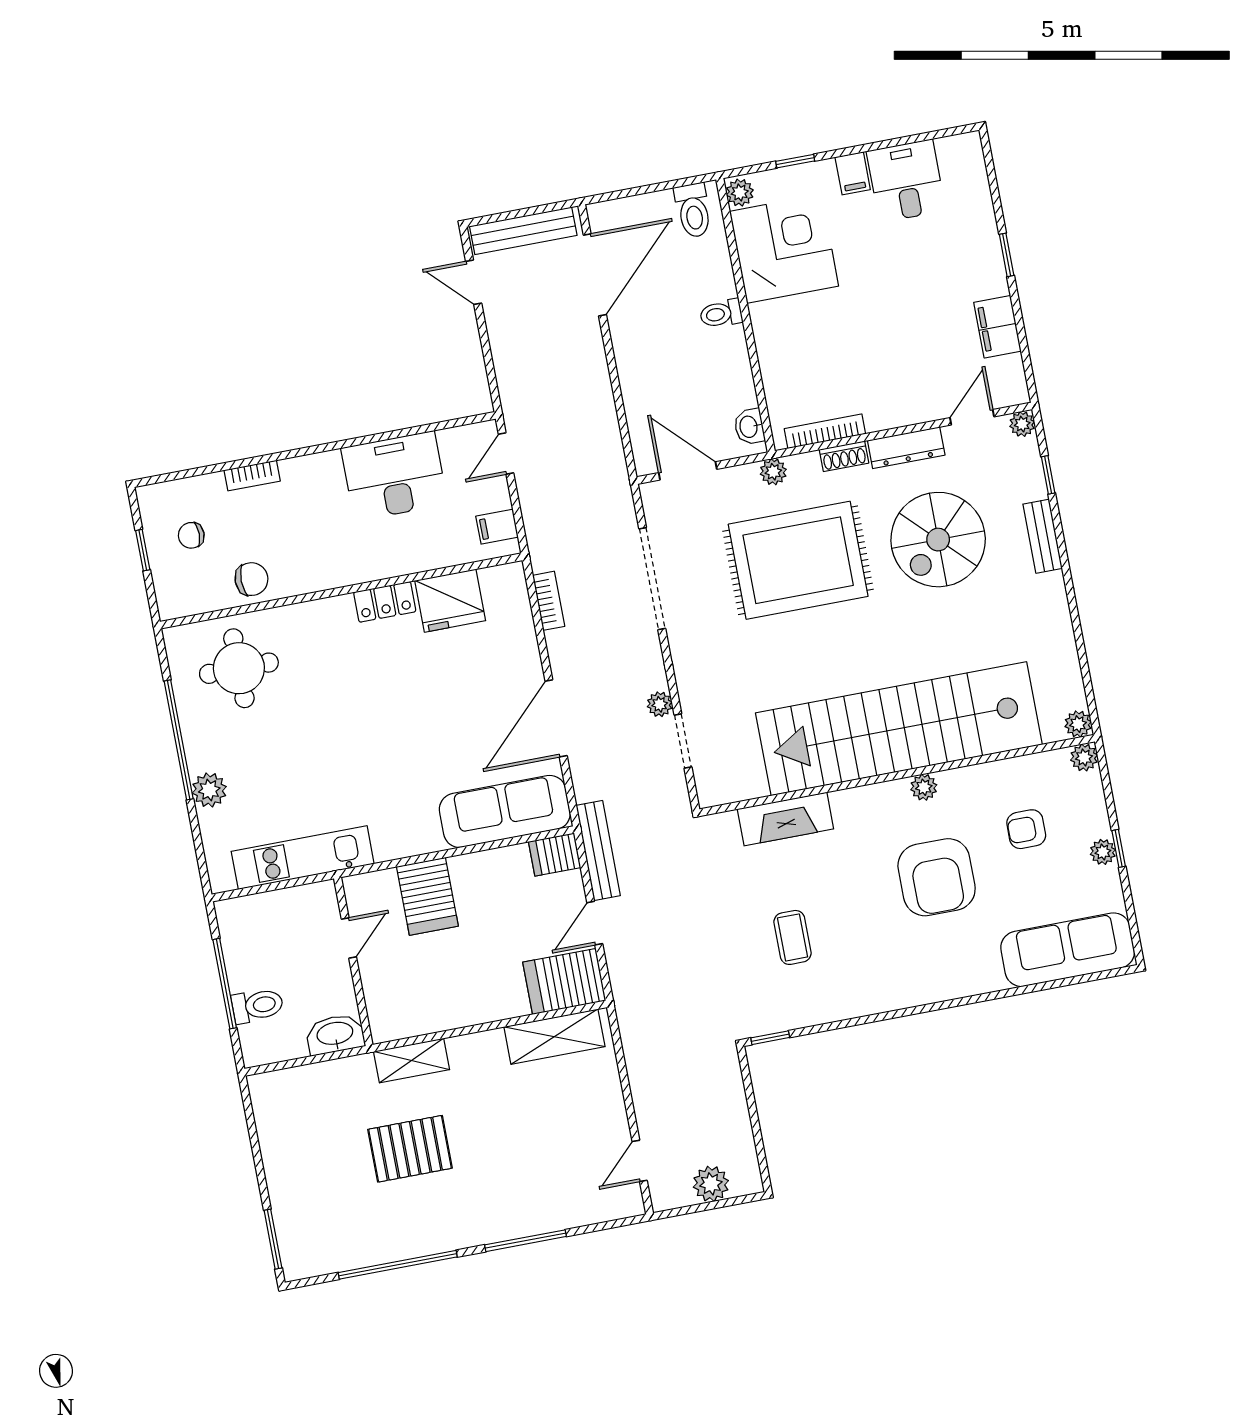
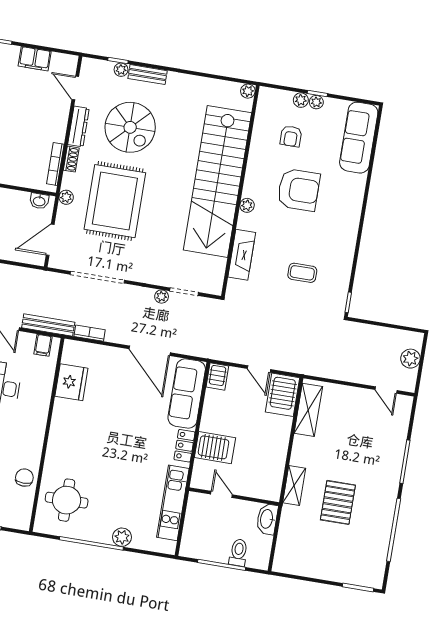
plant: (1022, 424) -> (121, 70), moved
locker: (385, 602) -> (184, 446), moved, turned 180
plant: (1084, 757) -> (301, 100), moved
plant: (924, 787) -> (247, 205), moved
bench: (598, 851) -> (48, 325), moved

